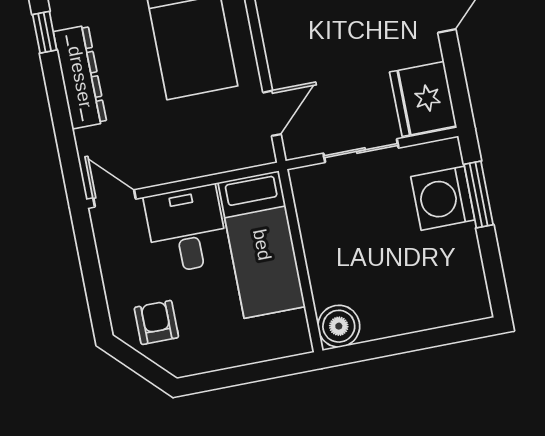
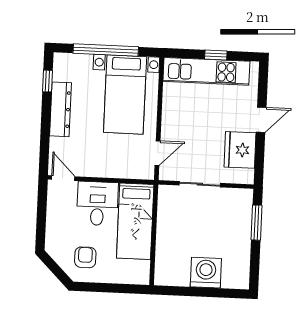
fridge: (423, 99) -> (240, 150), moved
washing machine: (443, 198) -> (206, 273), moved, turned 90
armchair: (156, 322) -> (85, 257), moved
boiler: (339, 326) -> (166, 274), removed

